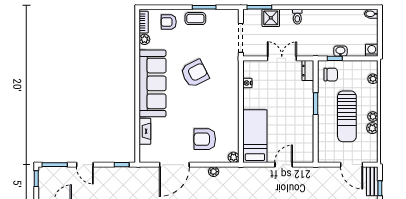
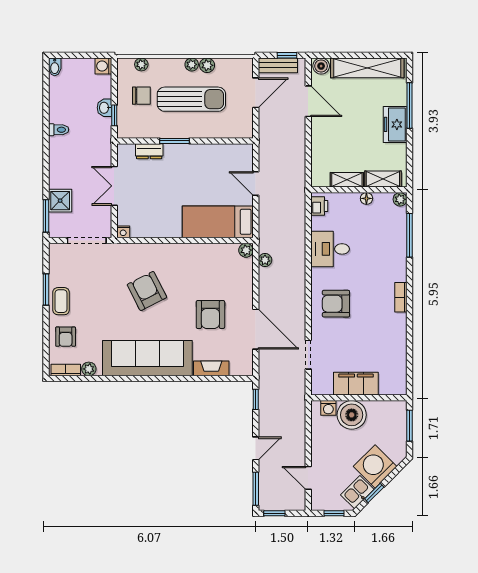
toilet: (297, 17) -> (59, 130), moved
dresser: (308, 71) -> (149, 151), moved
armchair: (195, 73) -> (147, 291), moved
chair: (331, 75) -> (141, 96), moved, turned 90
nightstand: (247, 83) -> (123, 232), moved
armchair: (205, 139) -> (210, 314), moved
plant: (214, 172) -> (265, 260), moved

